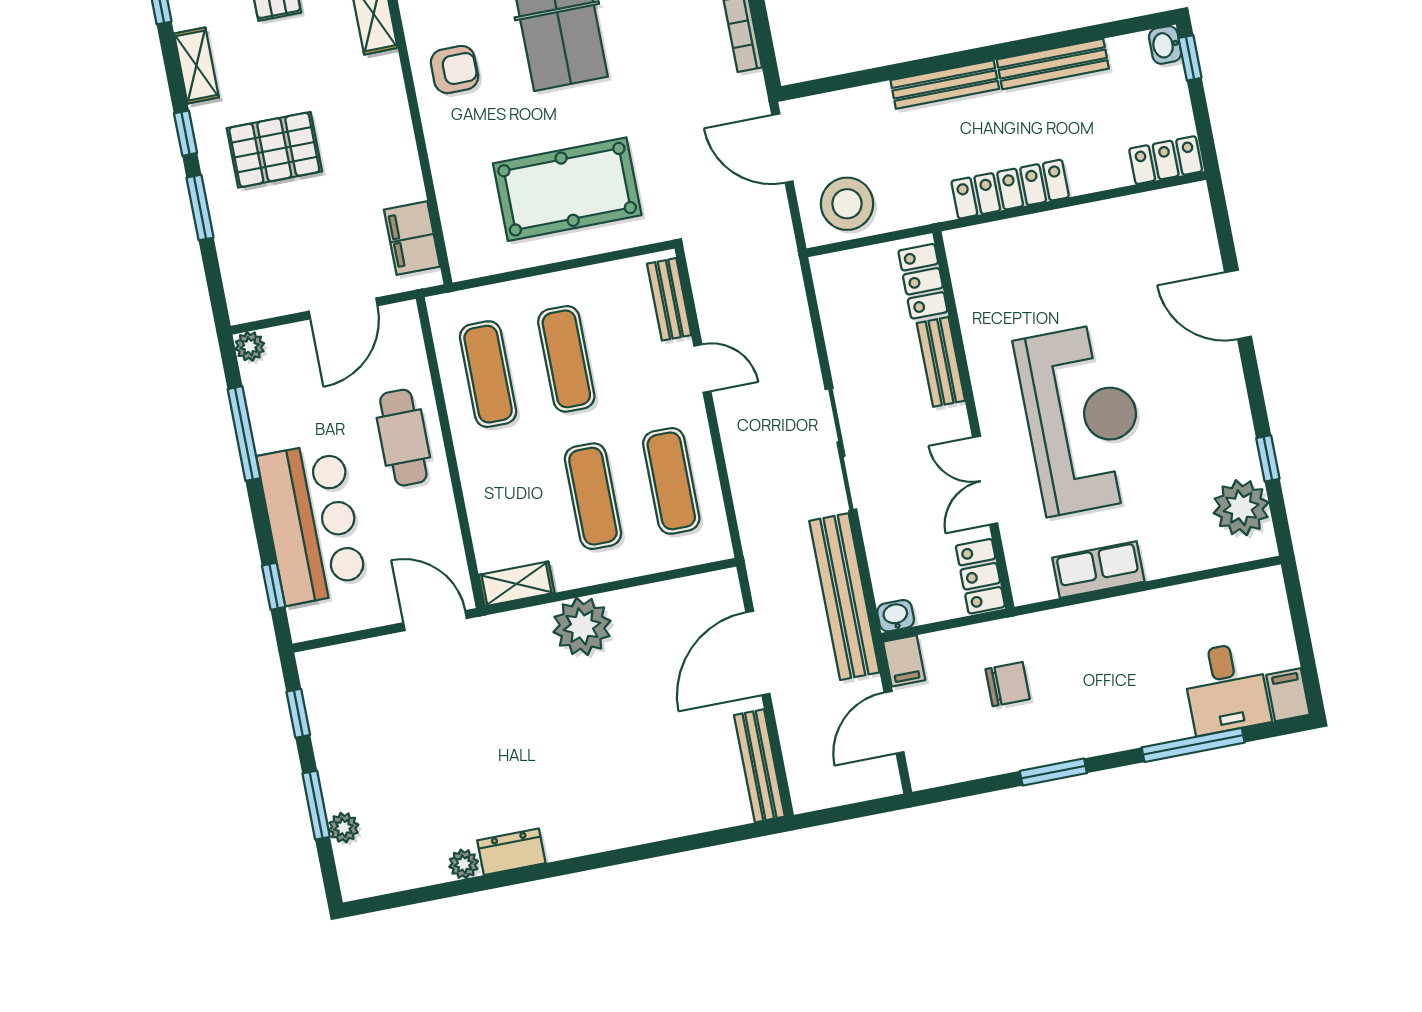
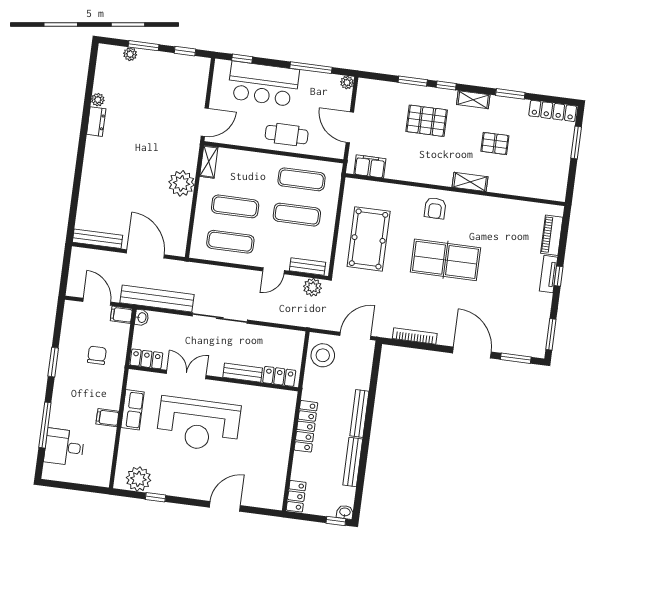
pallet: (274, 150) -> (427, 121), turned 90
plant: (710, 274) -> (312, 287), added
chair: (1008, 684) -> (97, 355), turned 180
filing cabinet: (1288, 695) -> (107, 418), moved, turned 180

